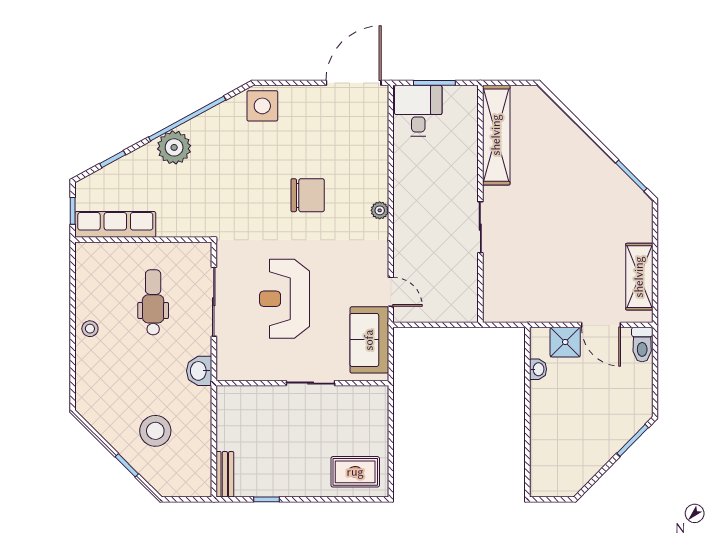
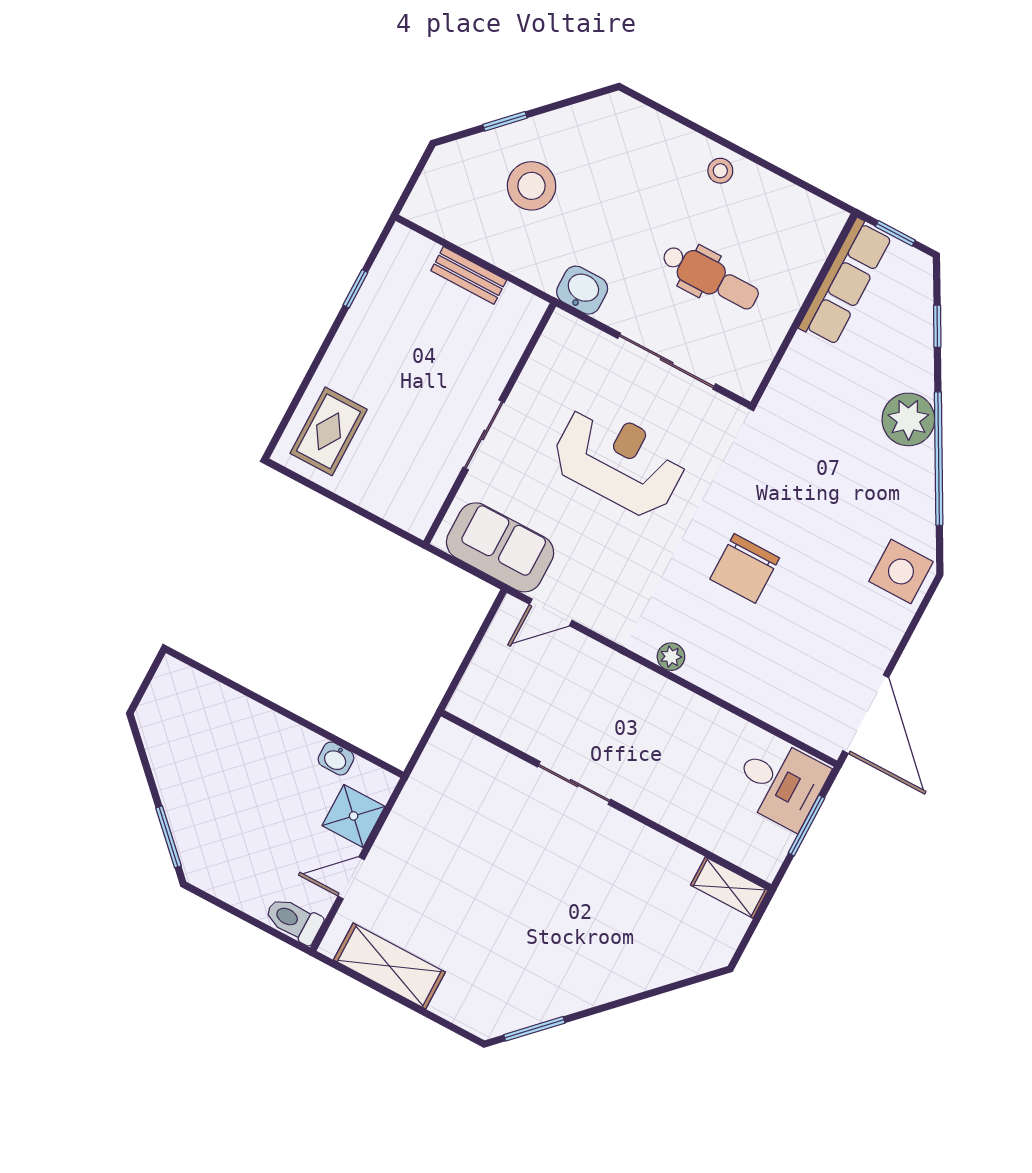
shelving: (496, 135) -> (729, 888), width x0.45, depth x0.75
door: (601, 325) -> (351, 878), width x0.73
bench: (225, 474) -> (469, 275), moved

